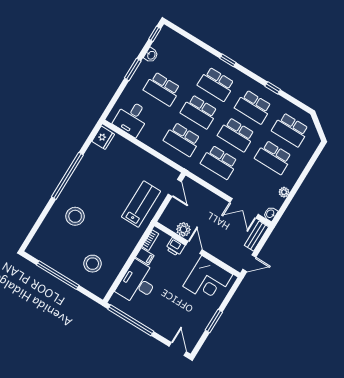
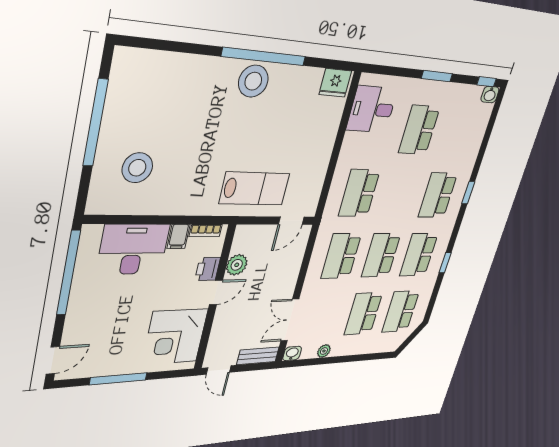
washbasin: (151, 55) -> (490, 94), moved
school desk: (199, 112) -> (400, 194), removed
stool: (75, 216) -> (253, 81), moved
window: (214, 321) -> (118, 379), width x1.44

